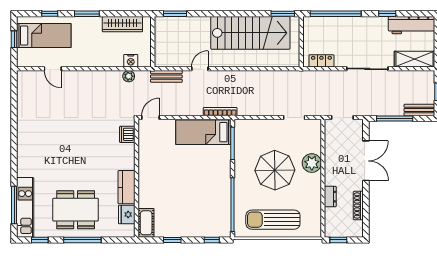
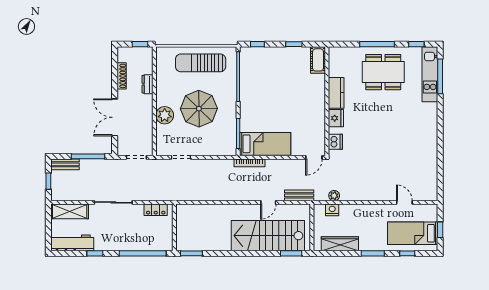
stairs: (250, 33) -> (268, 236), moved
fridge: (127, 214) -> (336, 118), moved
sun lounger: (273, 220) -> (201, 63), turned 180

